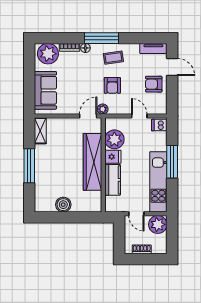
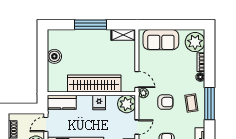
window: (101, 38) -> (210, 104), moved
armchair: (112, 85) -> (165, 102), turned 180
plant: (114, 139) -> (127, 104), moved
kitchen counter: (113, 180) -> (62, 102), moved

